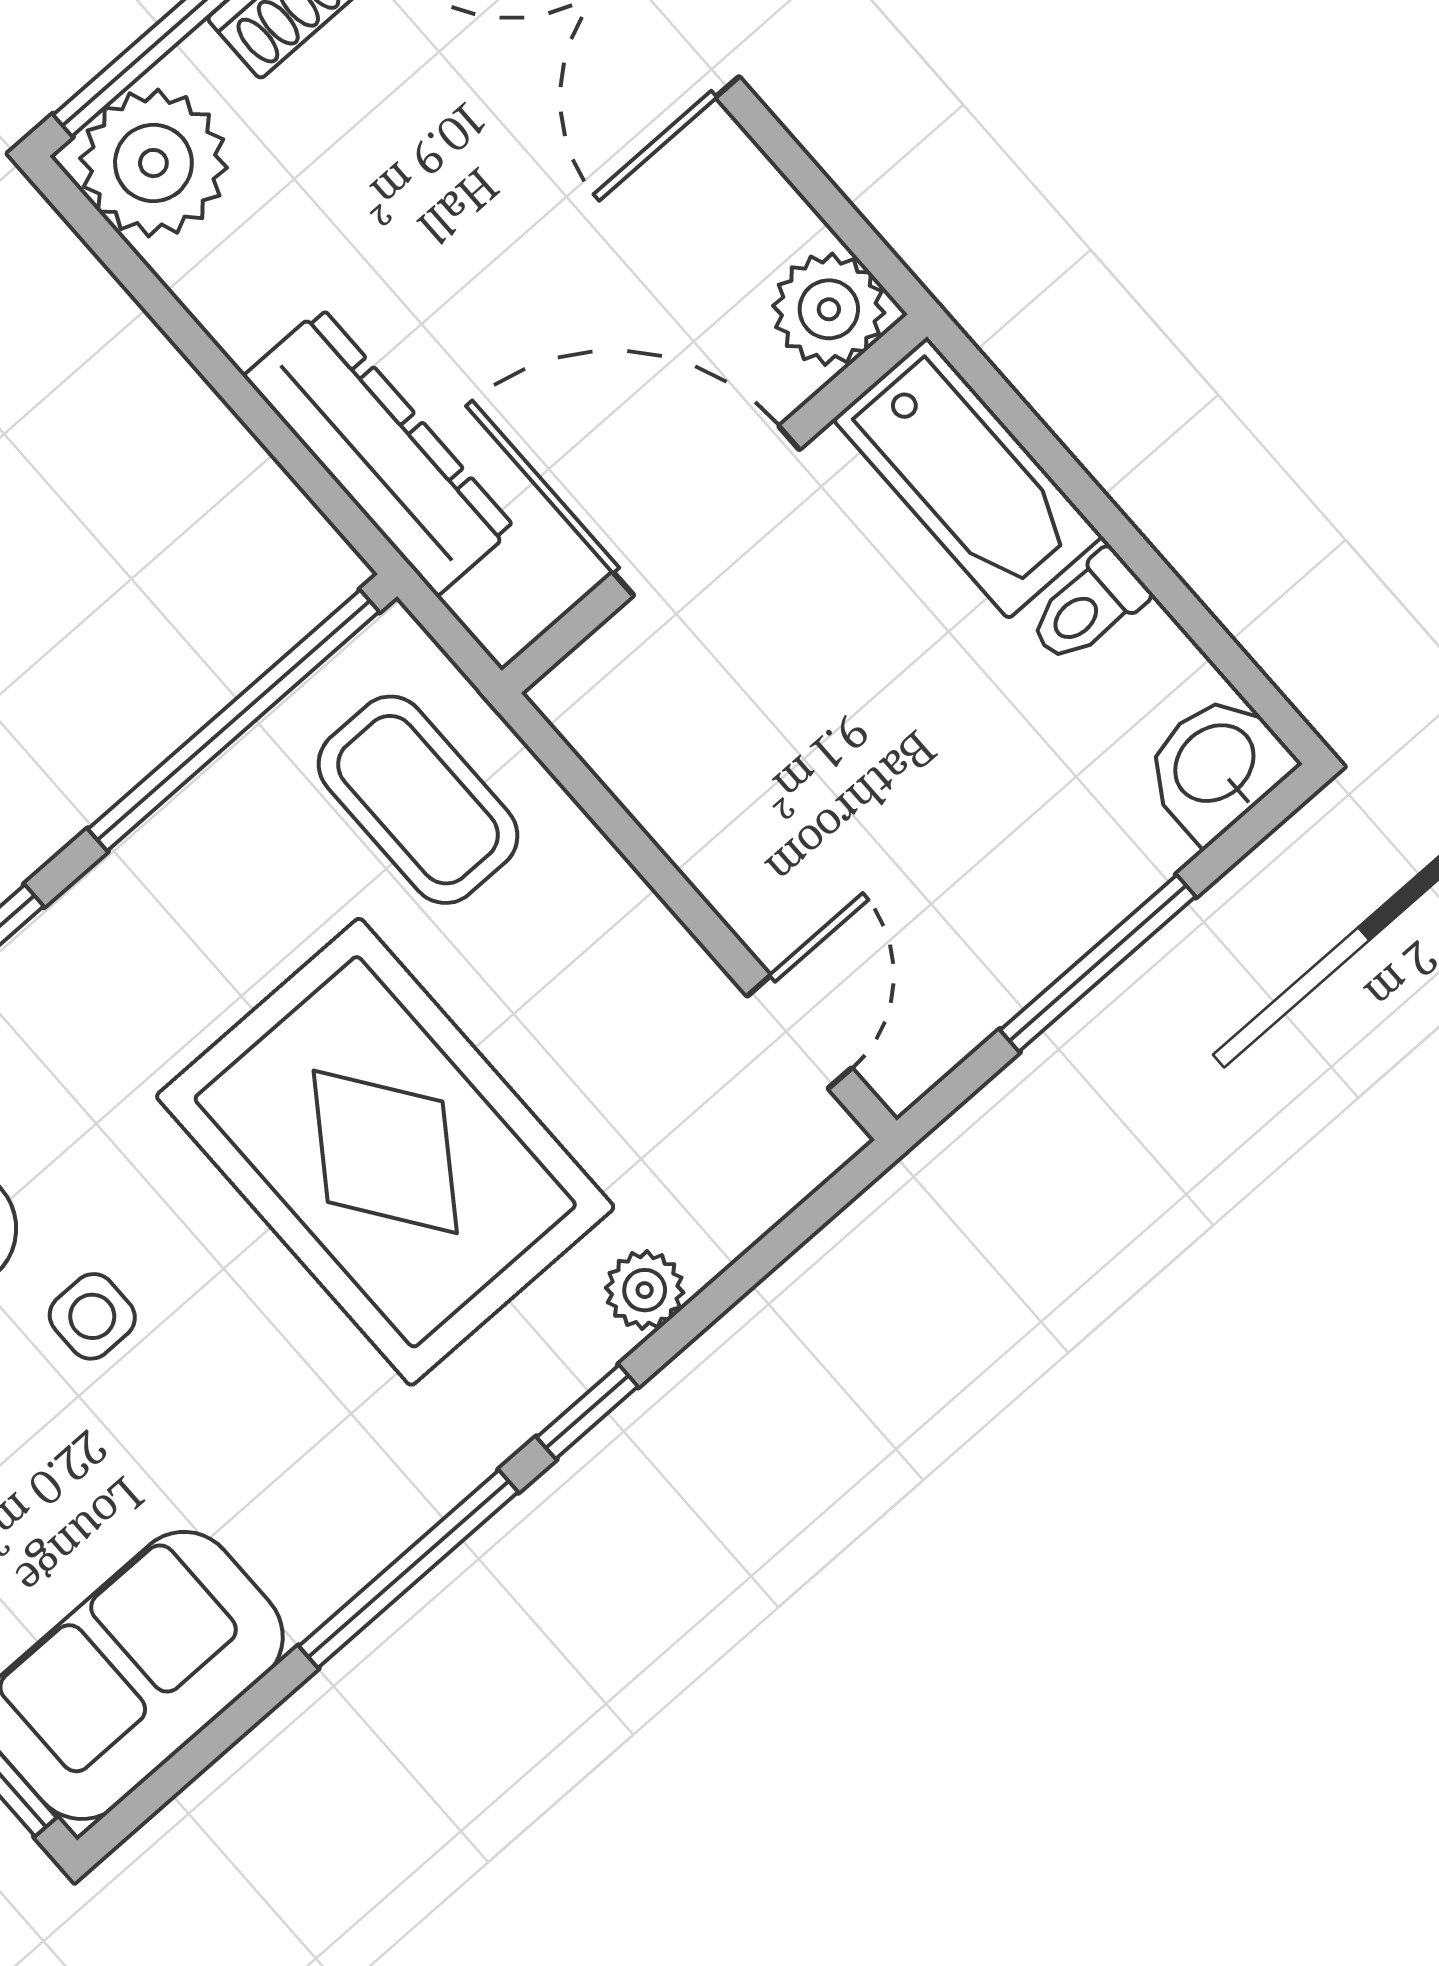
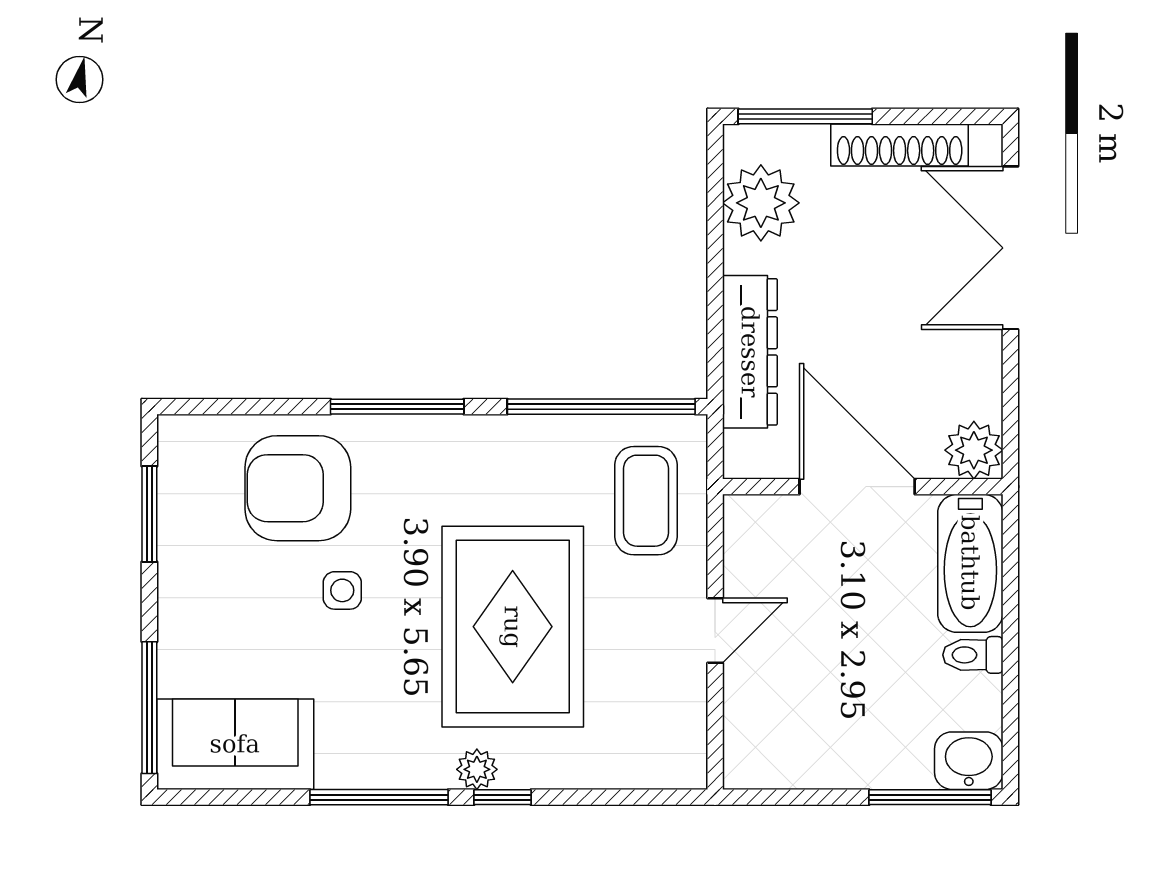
plant: (153, 163) -> (761, 203), moved
window: (1098, 963) -> (930, 797), moved
door: (799, 1032) -> (715, 631), moved
plant: (645, 1290) -> (477, 769), moved

